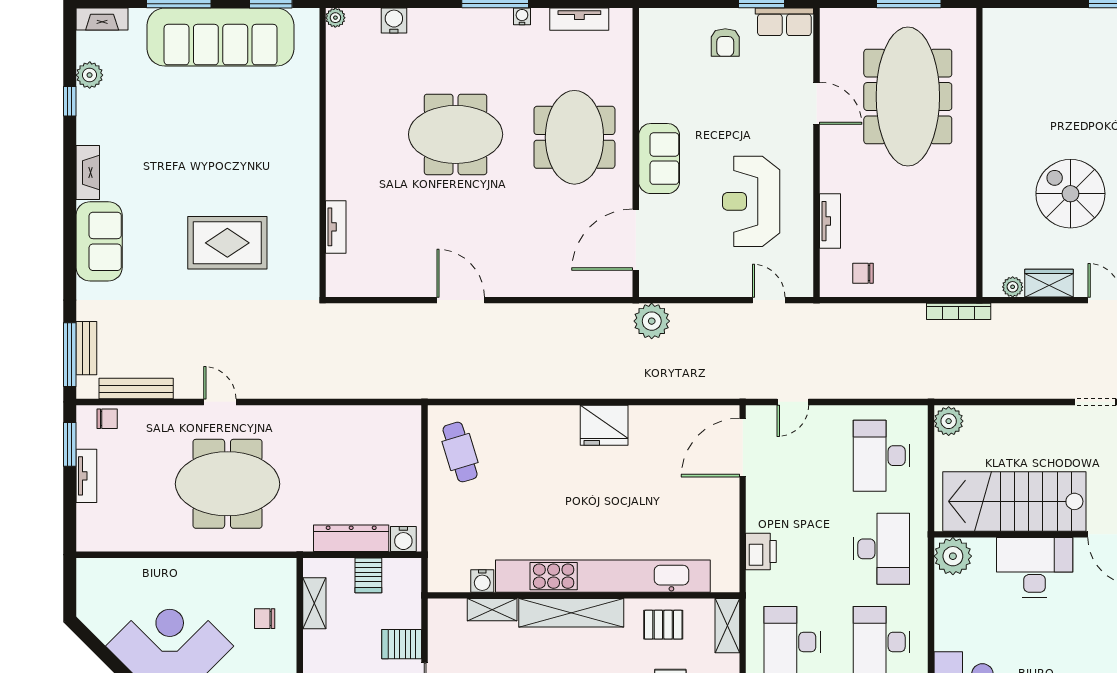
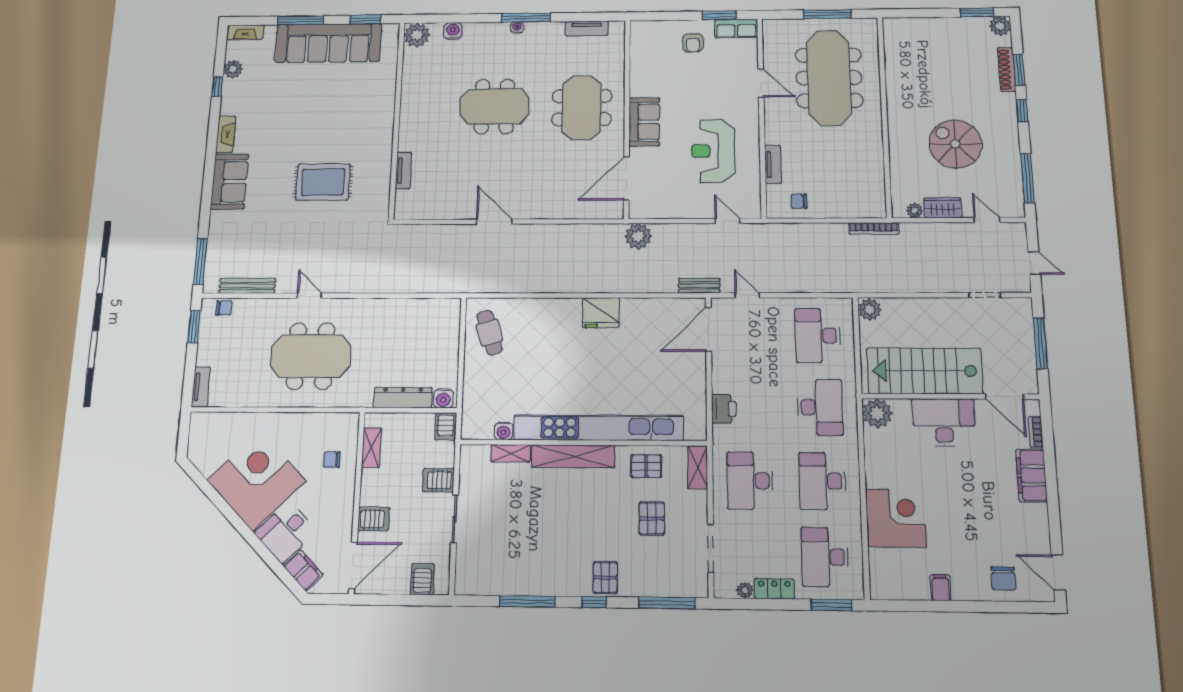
water cooler: (522, 16) -> (517, 27), moved
plant: (335, 18) -> (417, 35), width x1.88, depth x1.88
bench: (86, 348) -> (699, 286), moved, turned 90
door: (793, 402) -> (747, 295), swing flipped
tv unit: (86, 476) -> (201, 387), moved
server rack: (368, 575) -> (446, 426), moved

